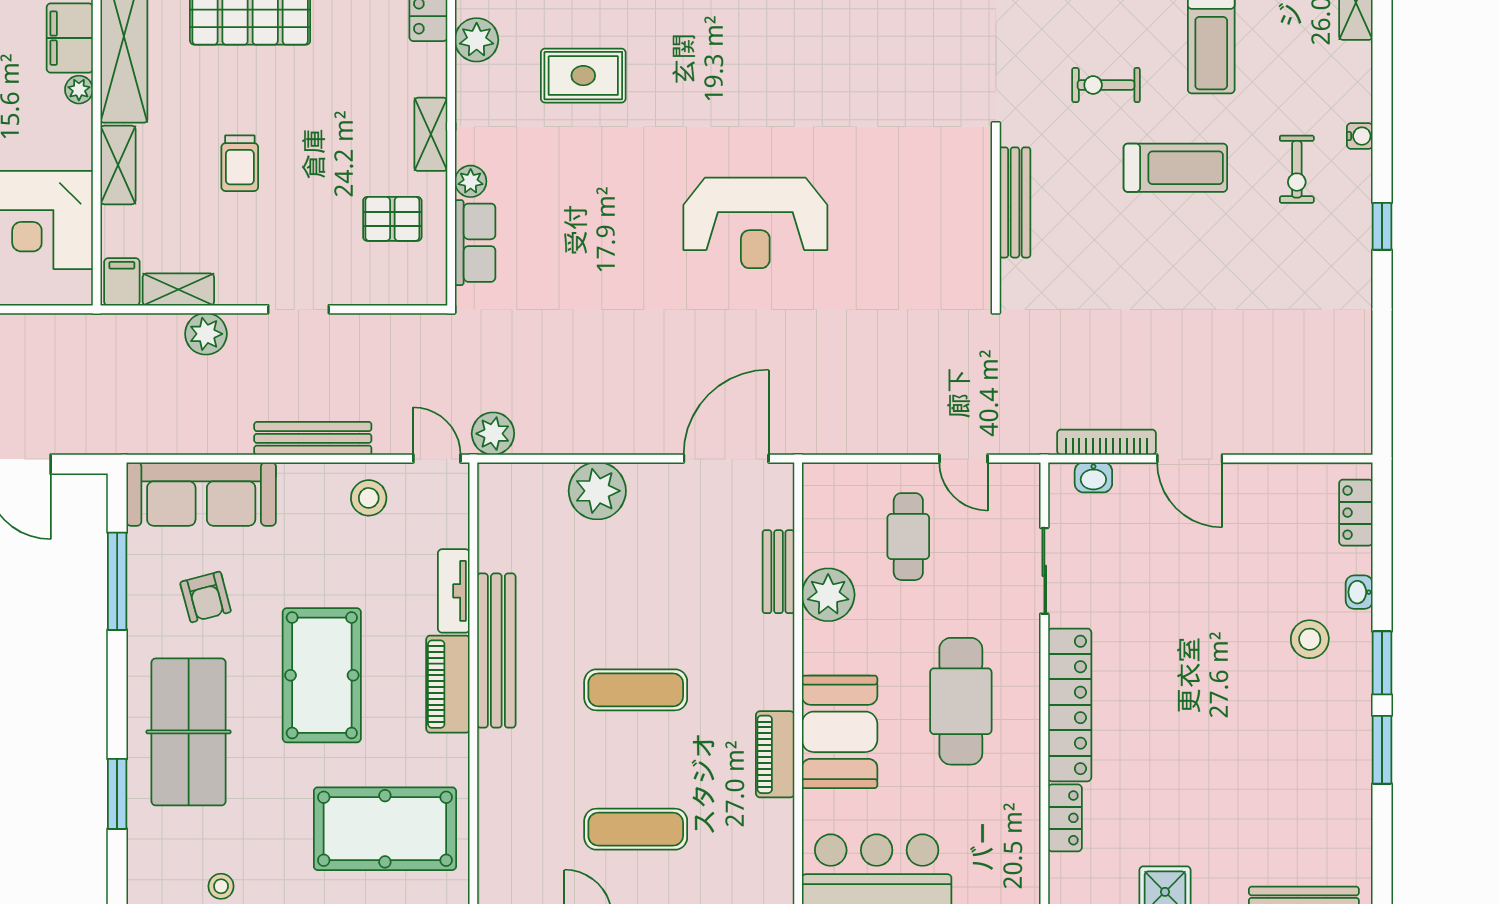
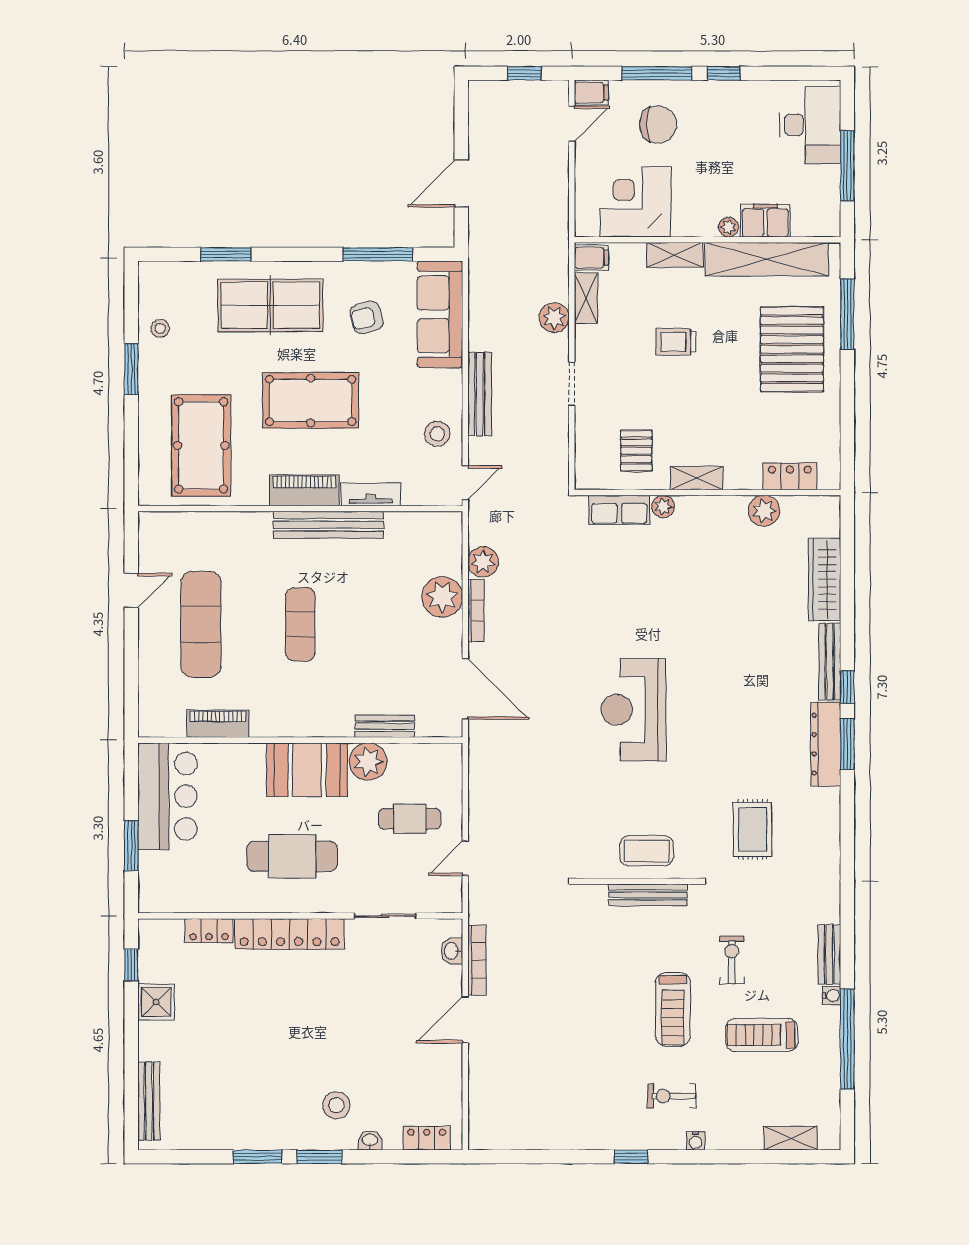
rug: (583, 76) -> (752, 829), moved
coffee table: (953, 205) -> (647, 851), added
plant: (493, 434) -> (483, 562), moved
bookcase: (616, 444) -> (476, 610), added
booth: (840, 732) -> (307, 770), moved
piano: (775, 754) -> (218, 724), moved
exercise mat: (636, 829) -> (201, 624), width x1.36, depth x1.45

